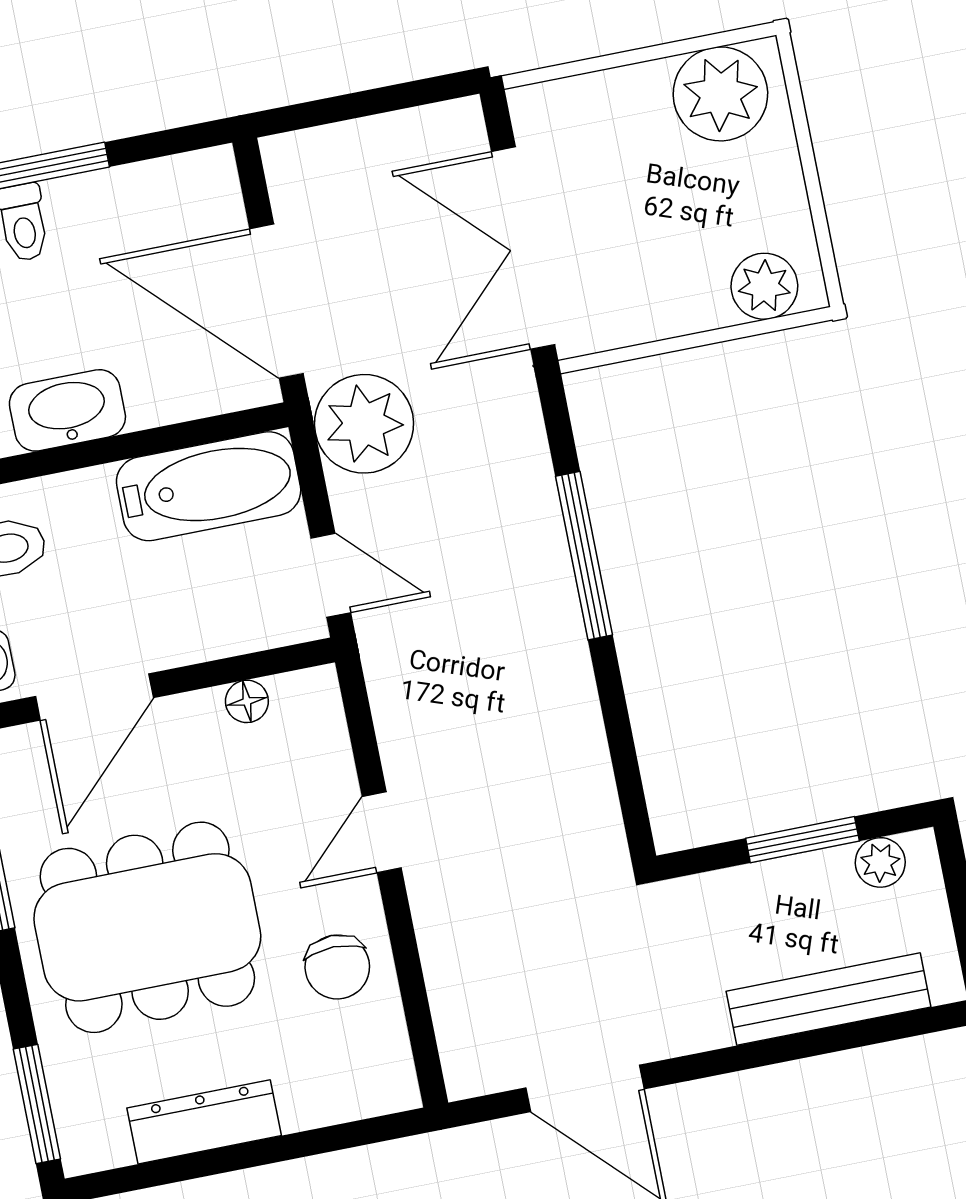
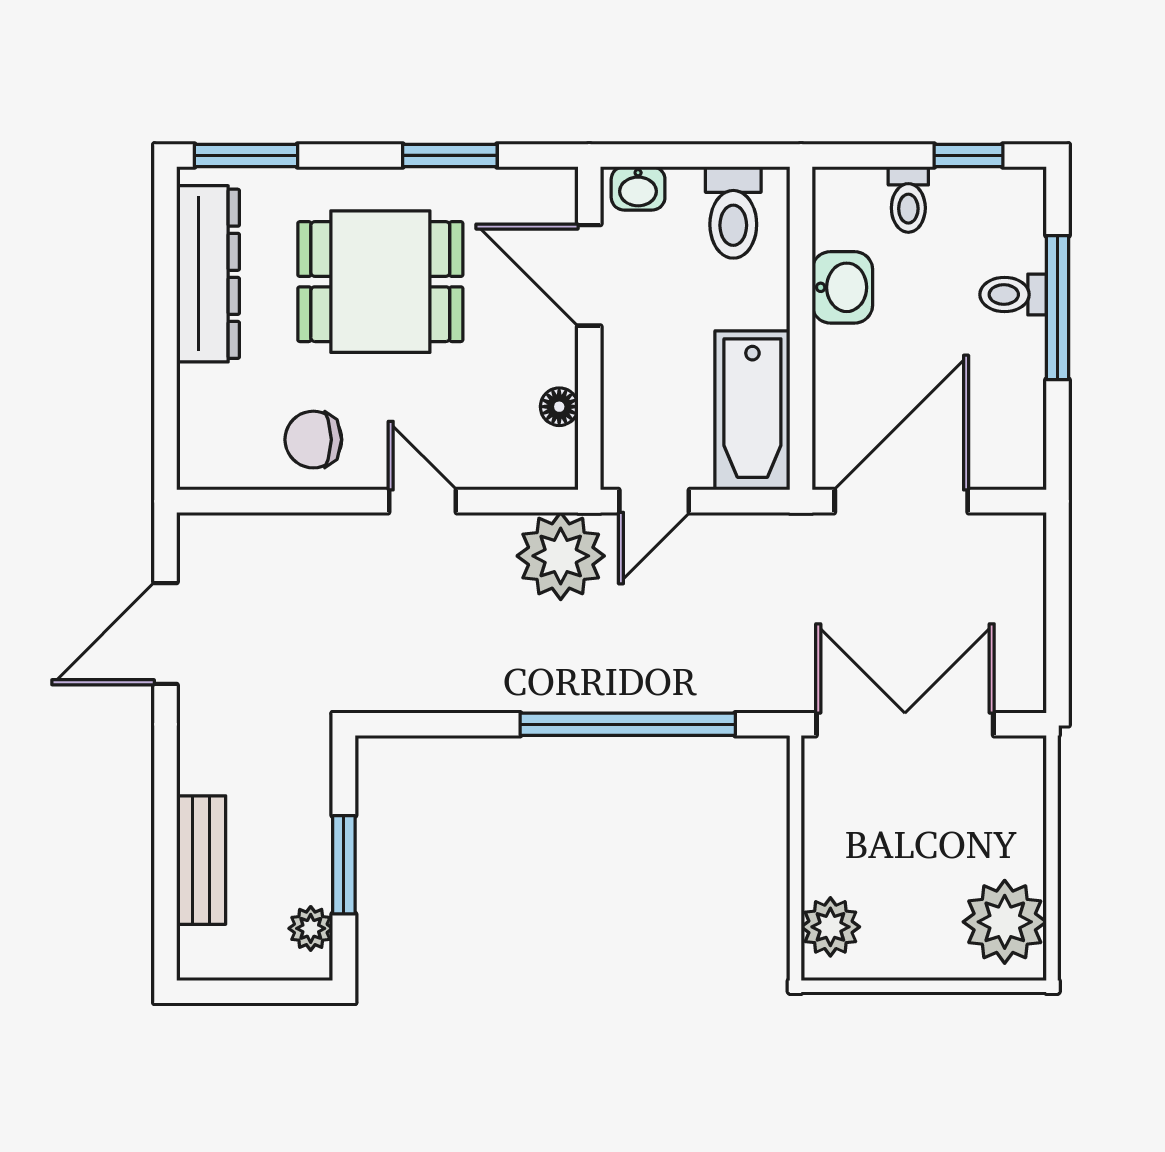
washbasin: (67, 410) -> (842, 287), width x0.72
plant: (364, 424) -> (561, 556), moved
window: (584, 556) -> (628, 724), width x1.46
dining table: (147, 927) -> (380, 282), width x0.73
bench: (829, 999) -> (201, 860), width x0.73
dresser: (204, 1122) -> (208, 274), width x1.37, depth x1.24

